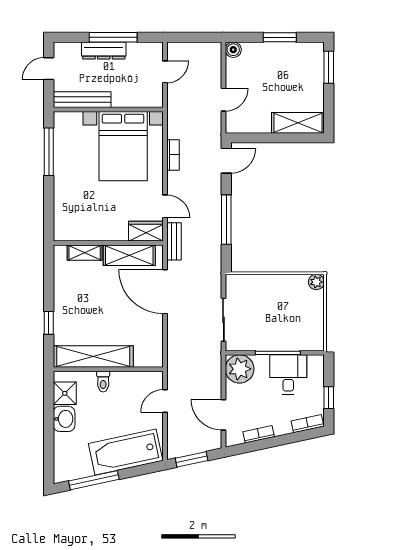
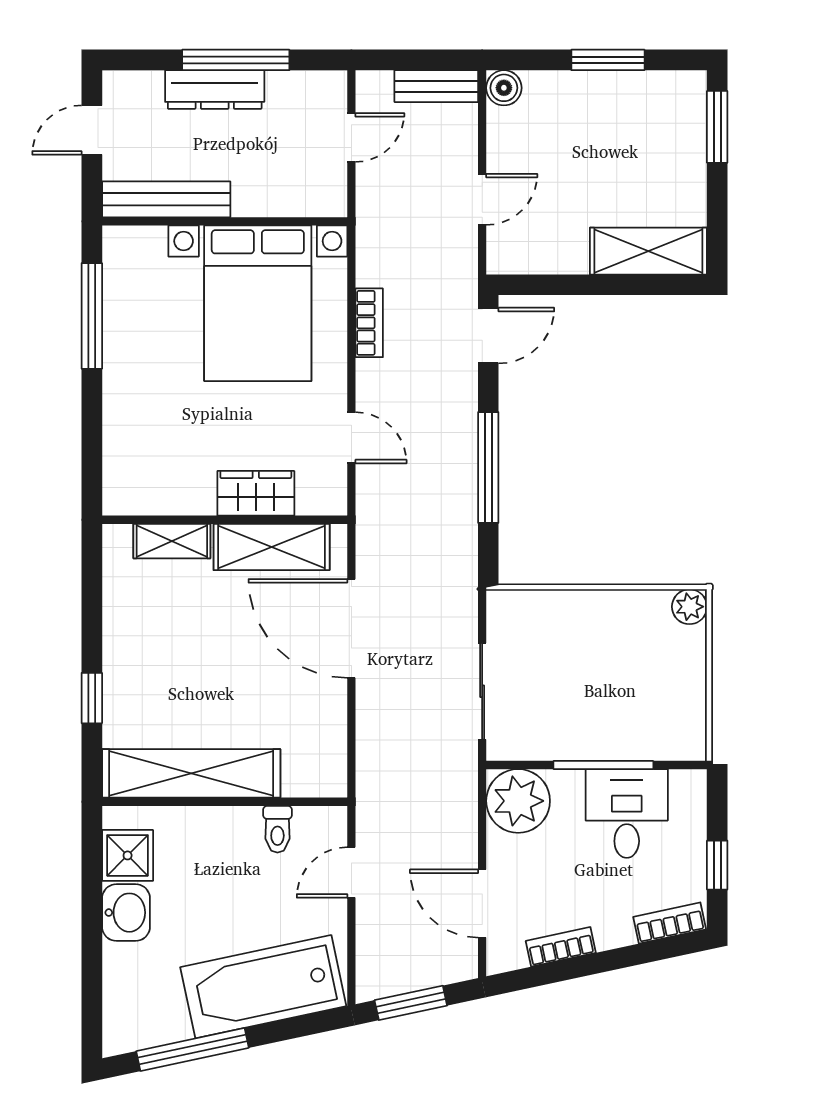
wardrobe: (146, 231) -> (256, 493), moved
bench: (174, 241) -> (436, 86), moved, turned 90
toilet: (103, 382) -> (277, 829), moved

